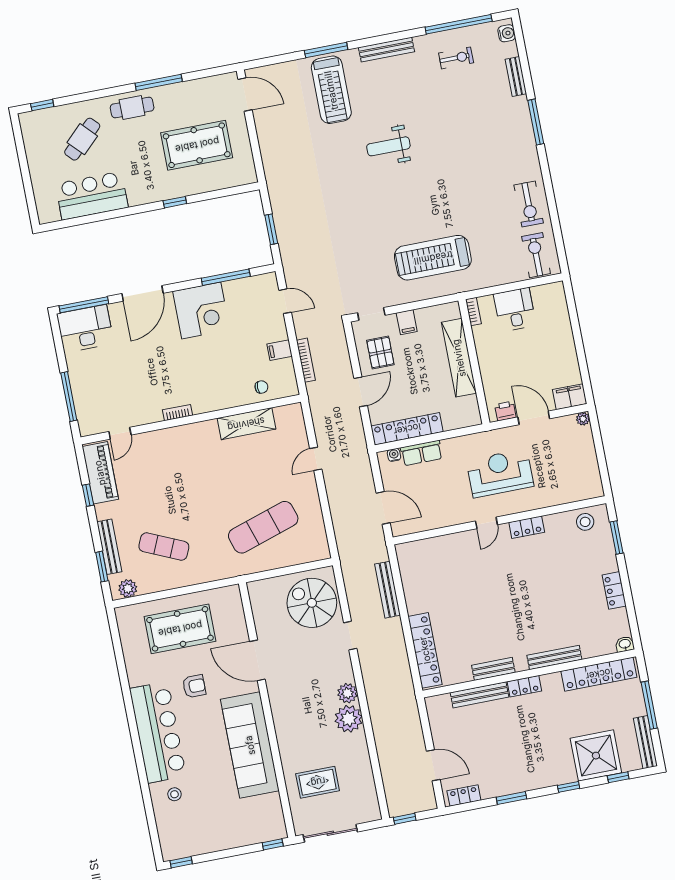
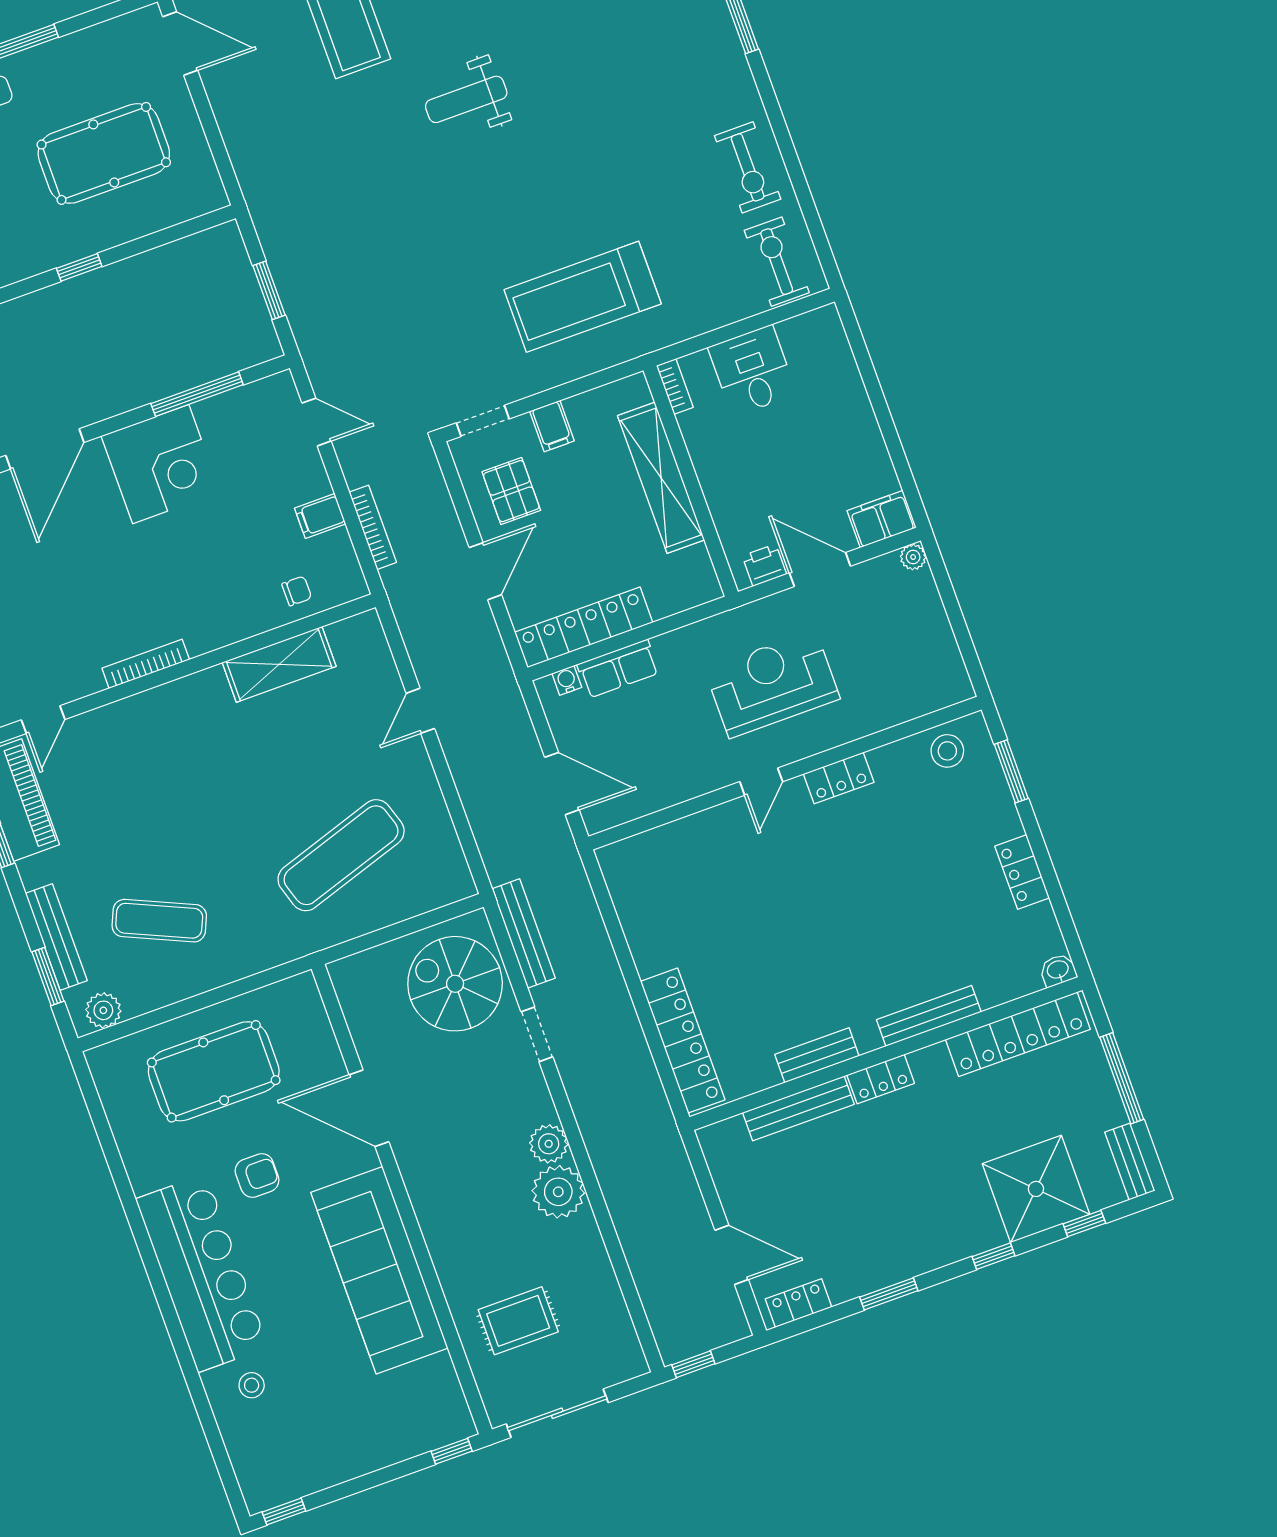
bookcase: (177, 413) -> (146, 664), width x1.56
bench: (388, 590) -> (524, 933), moved
bench: (645, 742) -> (1130, 1161), width x0.73

